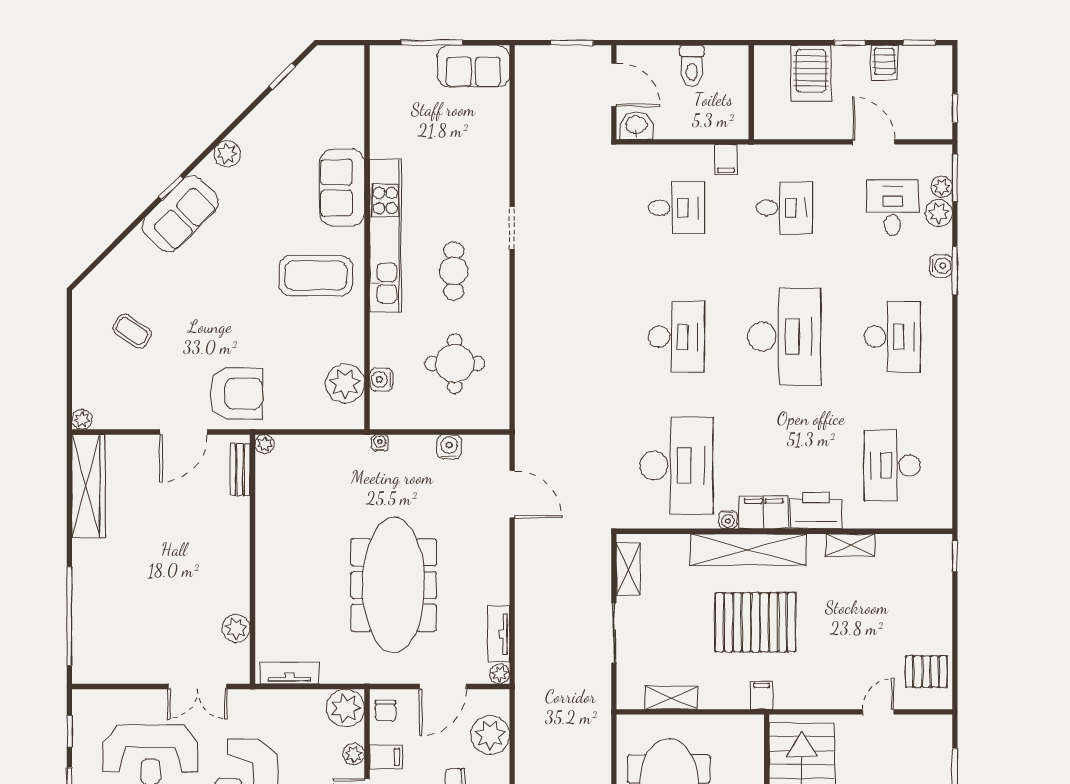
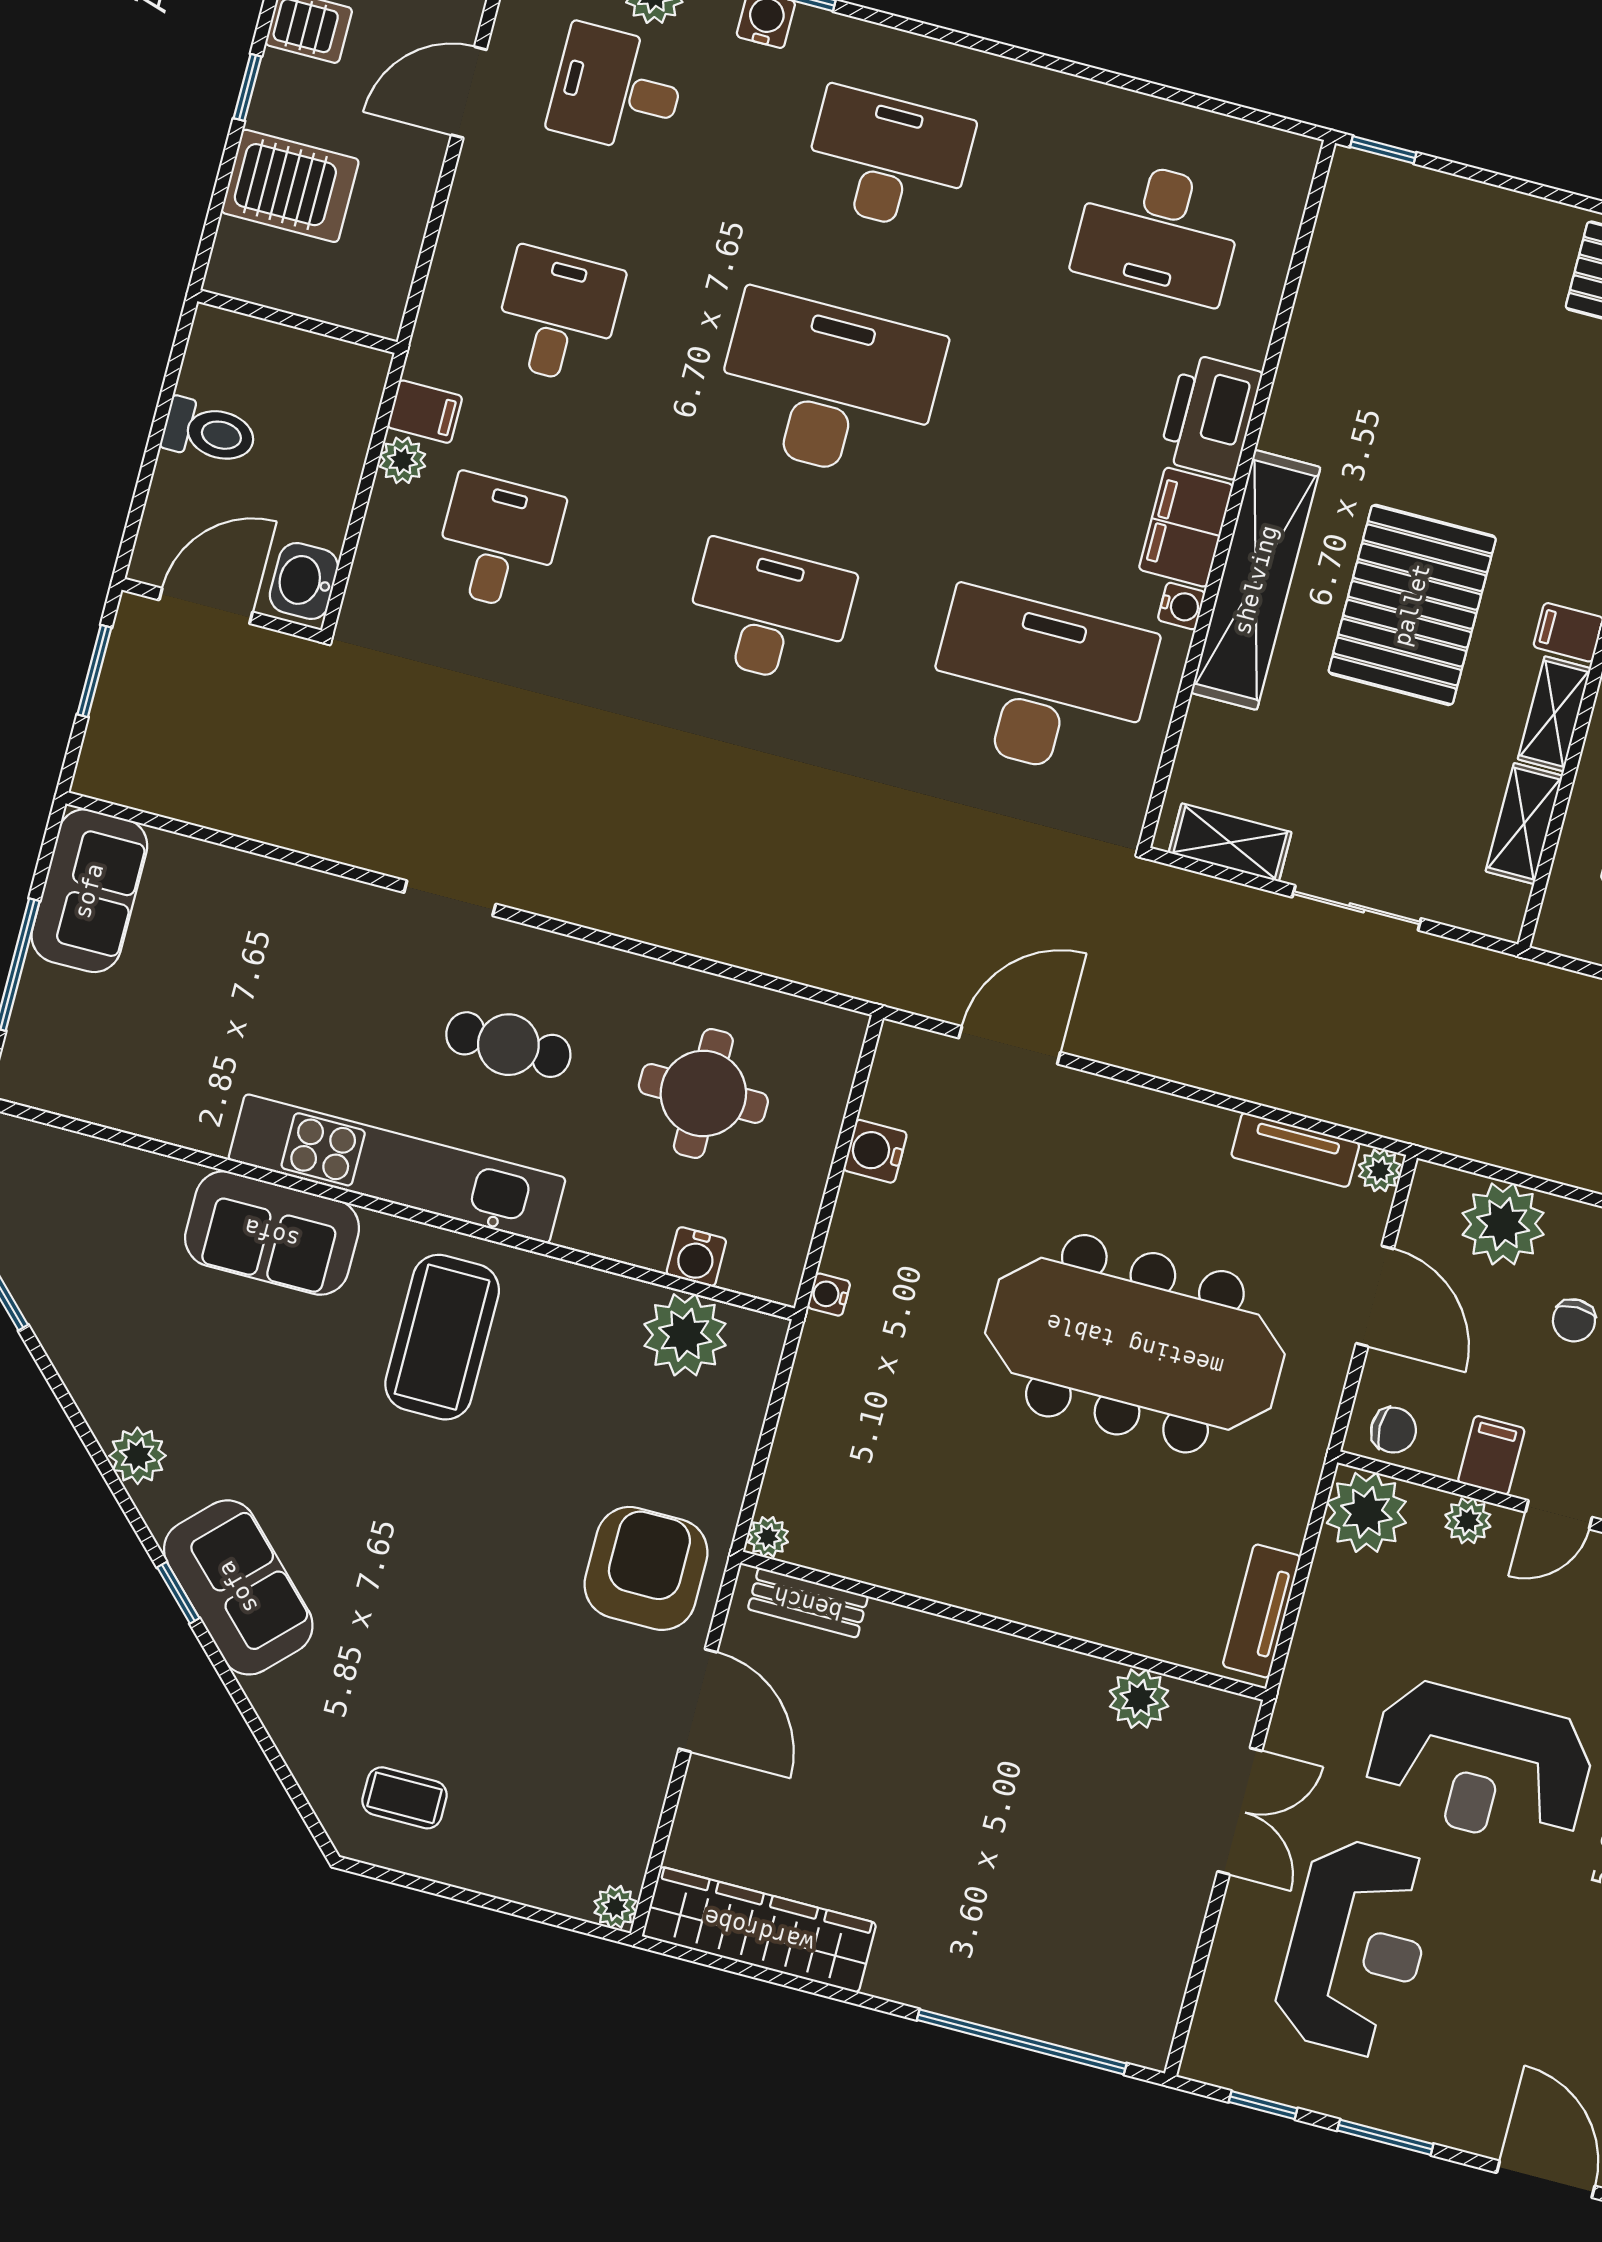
plant: (702, 155) -> (402, 460), added
coffee table: (132, 331) -> (405, 1798), moved, turned 56
shelving: (850, 545) -> (1554, 714), moved

